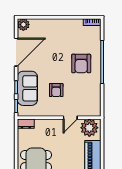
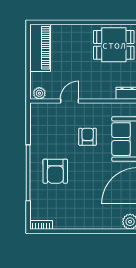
armchair: (81, 63) -> (55, 171), turned 180
plant: (89, 128) -> (39, 93), width x0.53, depth x0.53

